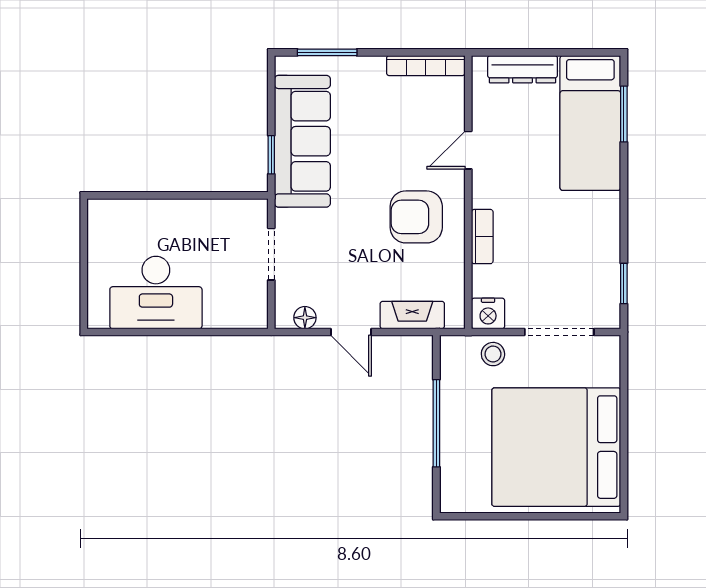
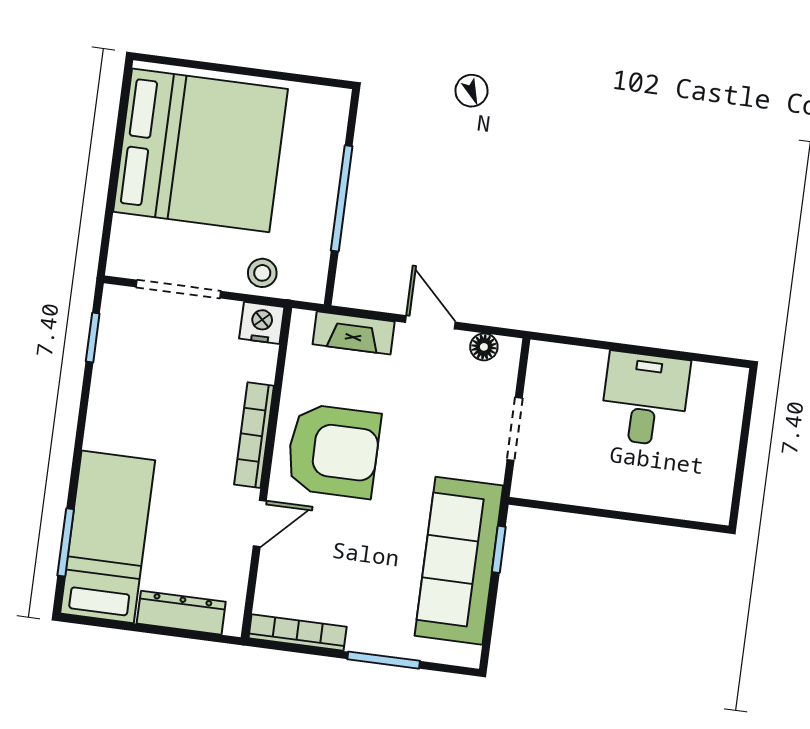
window: (327, 52) -> (384, 660), moved
armchair: (416, 217) -> (333, 451), width x1.36, depth x1.36
bookcase: (482, 237) -> (254, 435), width x1.56
desk: (156, 293) -> (645, 399), width x0.73

